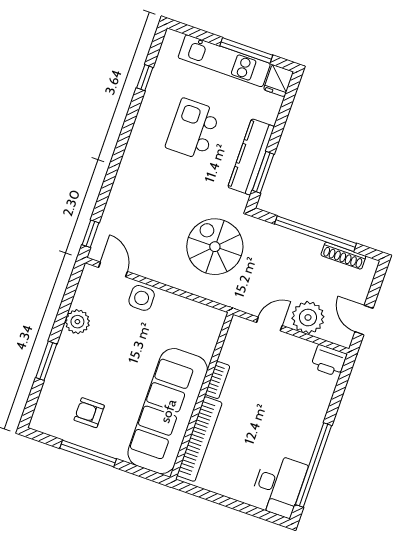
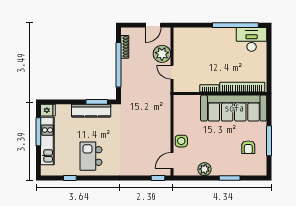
kitchen island: (193, 129) -> (91, 156), moved, turned 90
spiral stairs: (215, 247) -> (143, 113), removed
printer: (329, 361) -> (180, 36), removed

